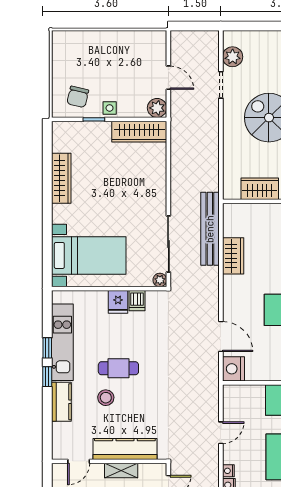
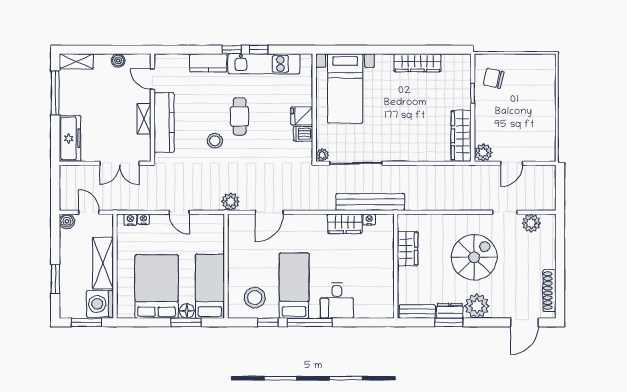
side table: (110, 108) -> (483, 108), removed
nightstand: (233, 369) -> (369, 220), moved, width x0.53, depth x0.56
plant: (209, 378) -> (231, 202), added
stool: (106, 398) -> (215, 141), moved

